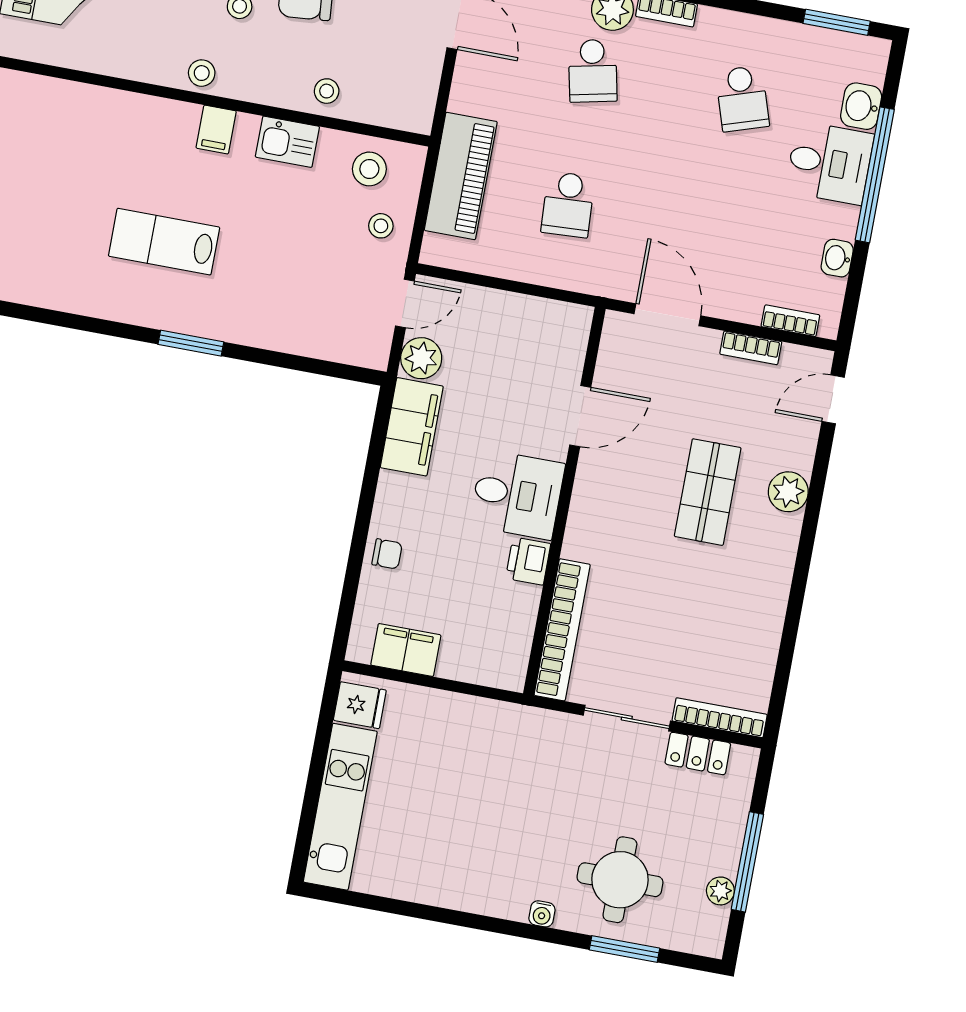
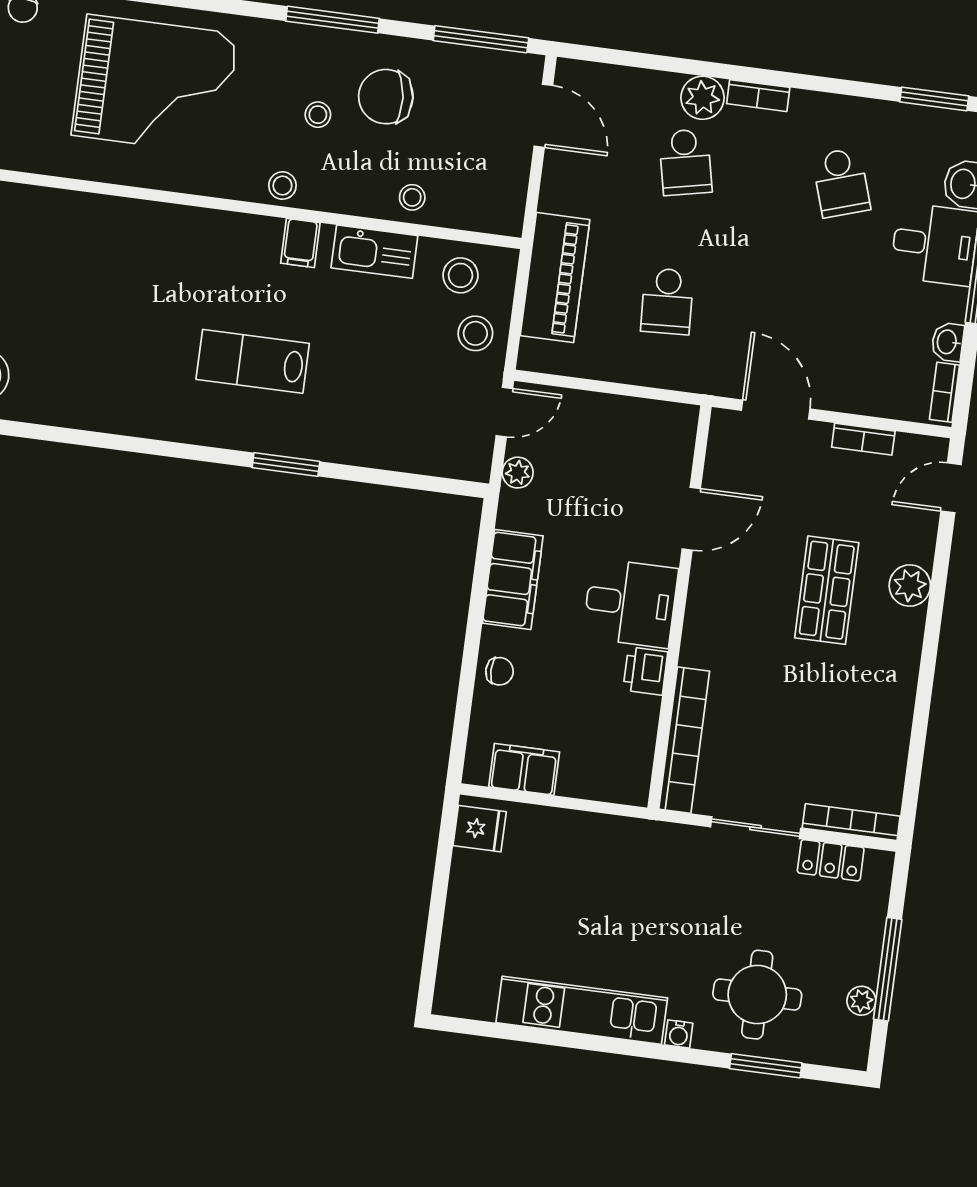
kitchen sink: (287, 142) -> (374, 252), width x1.38
stool: (381, 226) -> (475, 333), width x1.37, depth x1.37
bookcase: (790, 321) -> (944, 392), moved, turned -90
plant: (421, 358) -> (518, 473), width x0.73, depth x0.73
filing cabinet: (412, 427) -> (513, 579), moved
kitchen unit: (340, 807) -> (582, 1010), moved, turned -90

